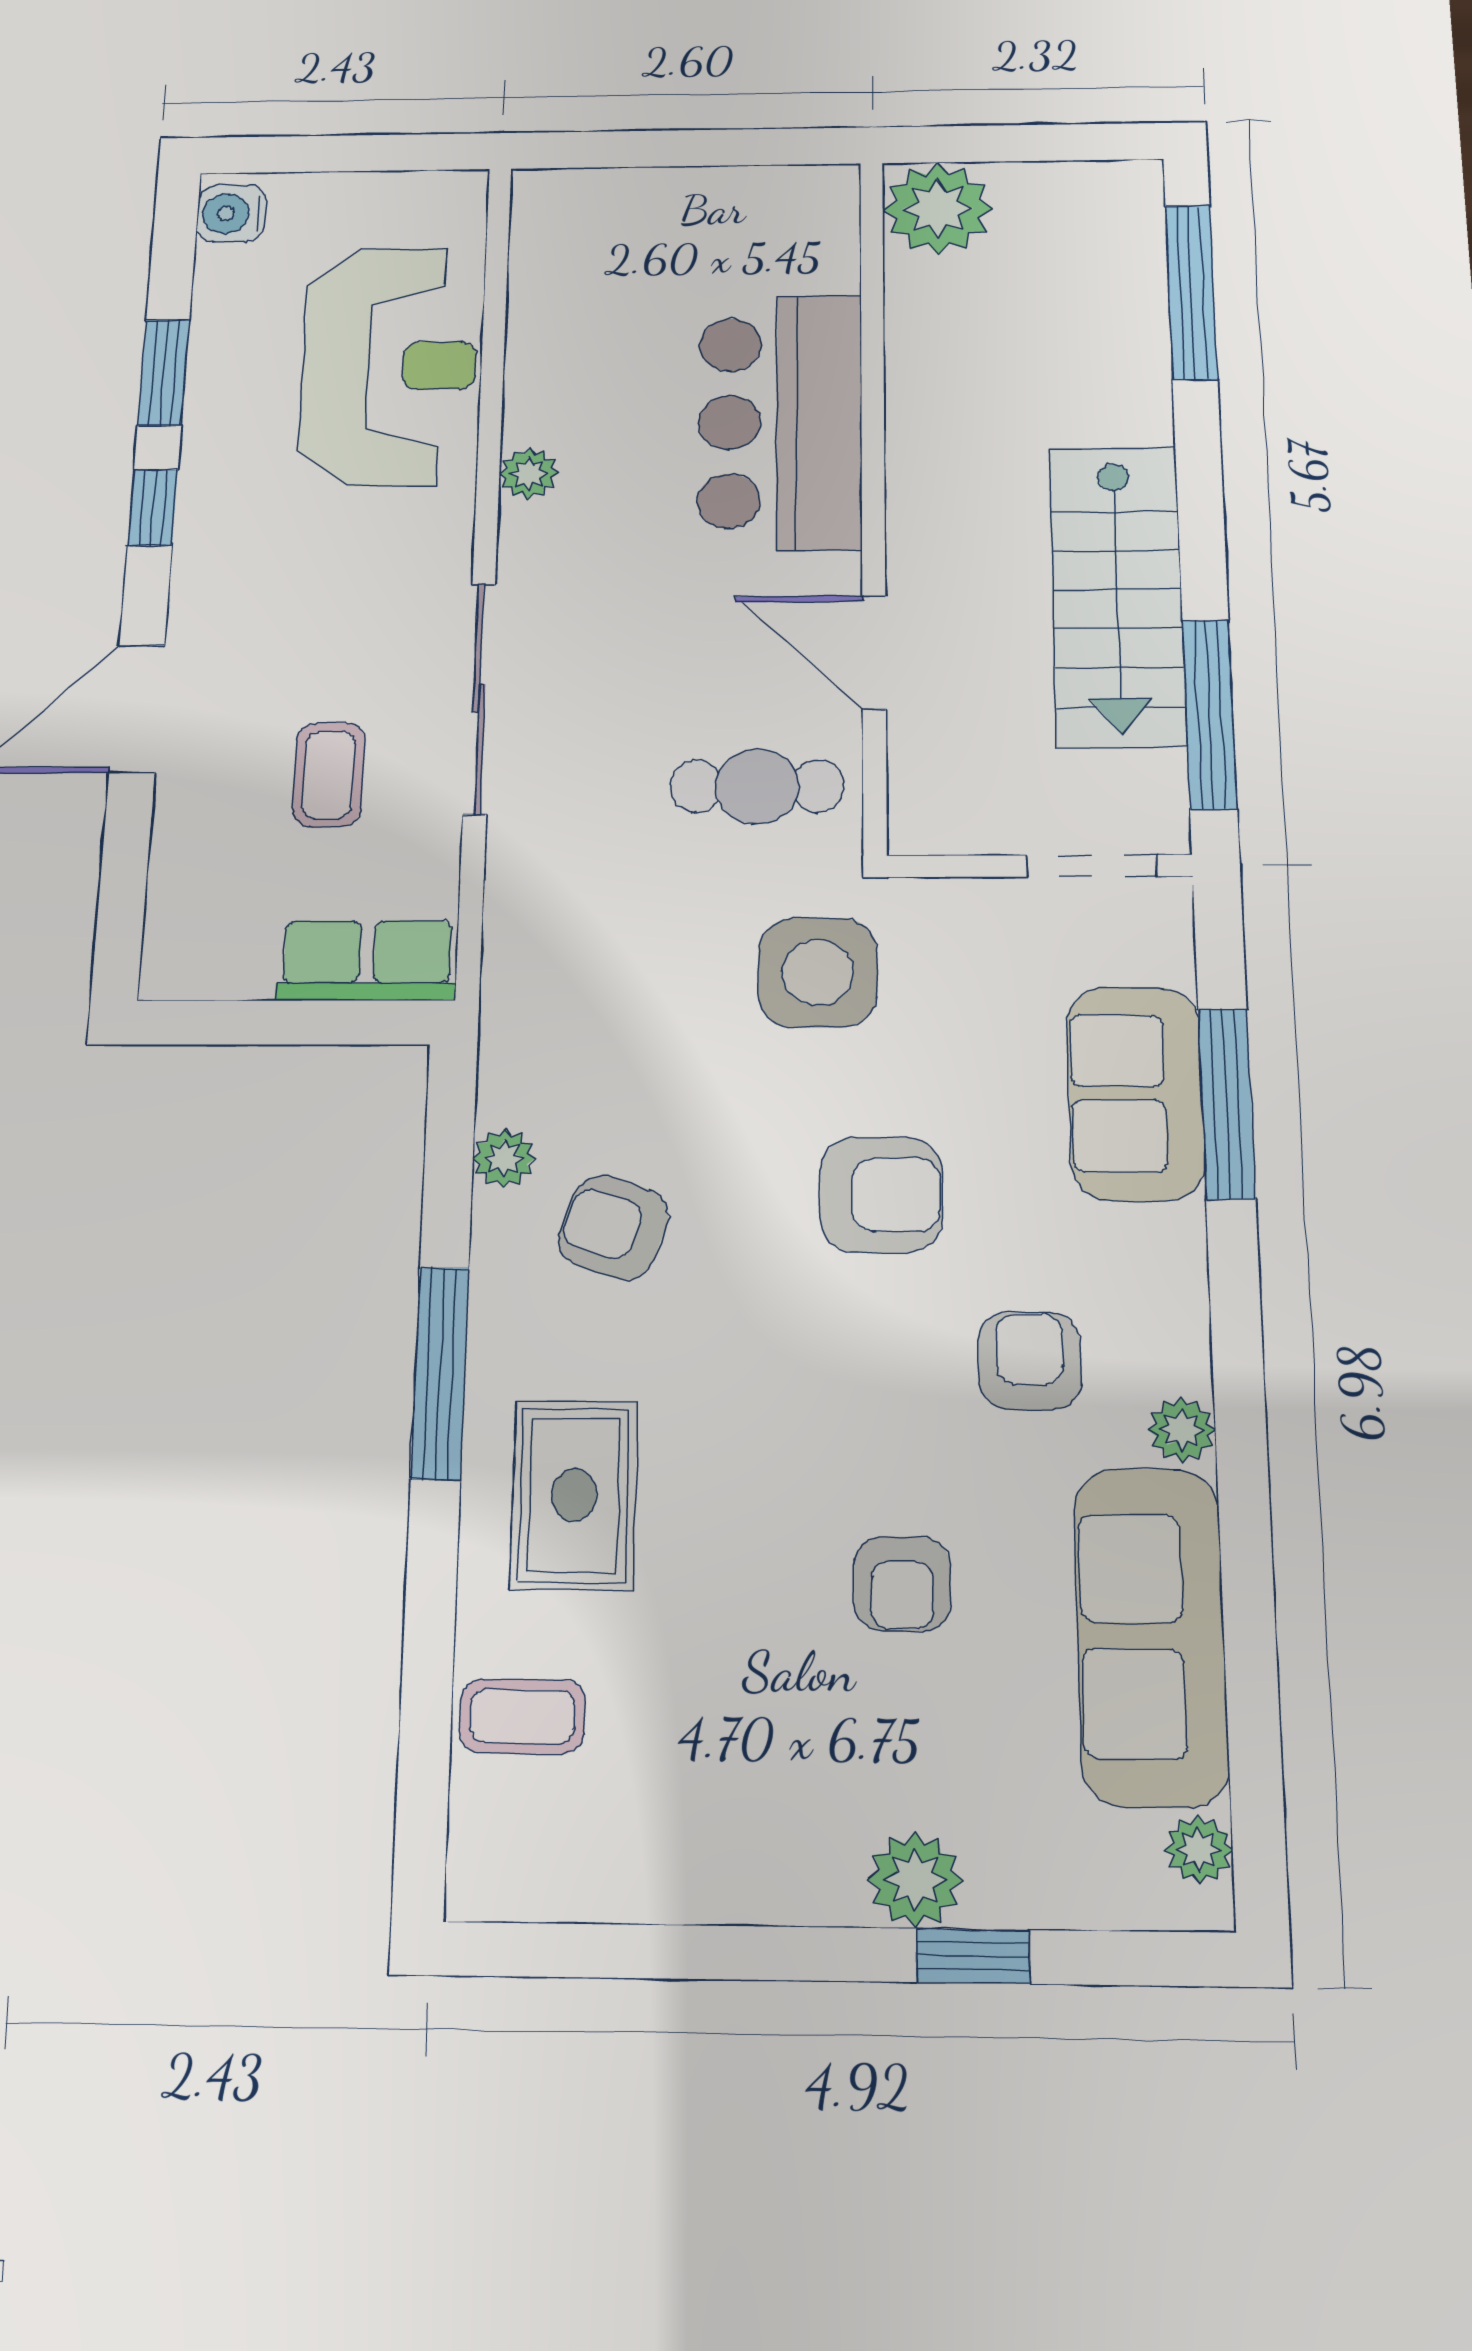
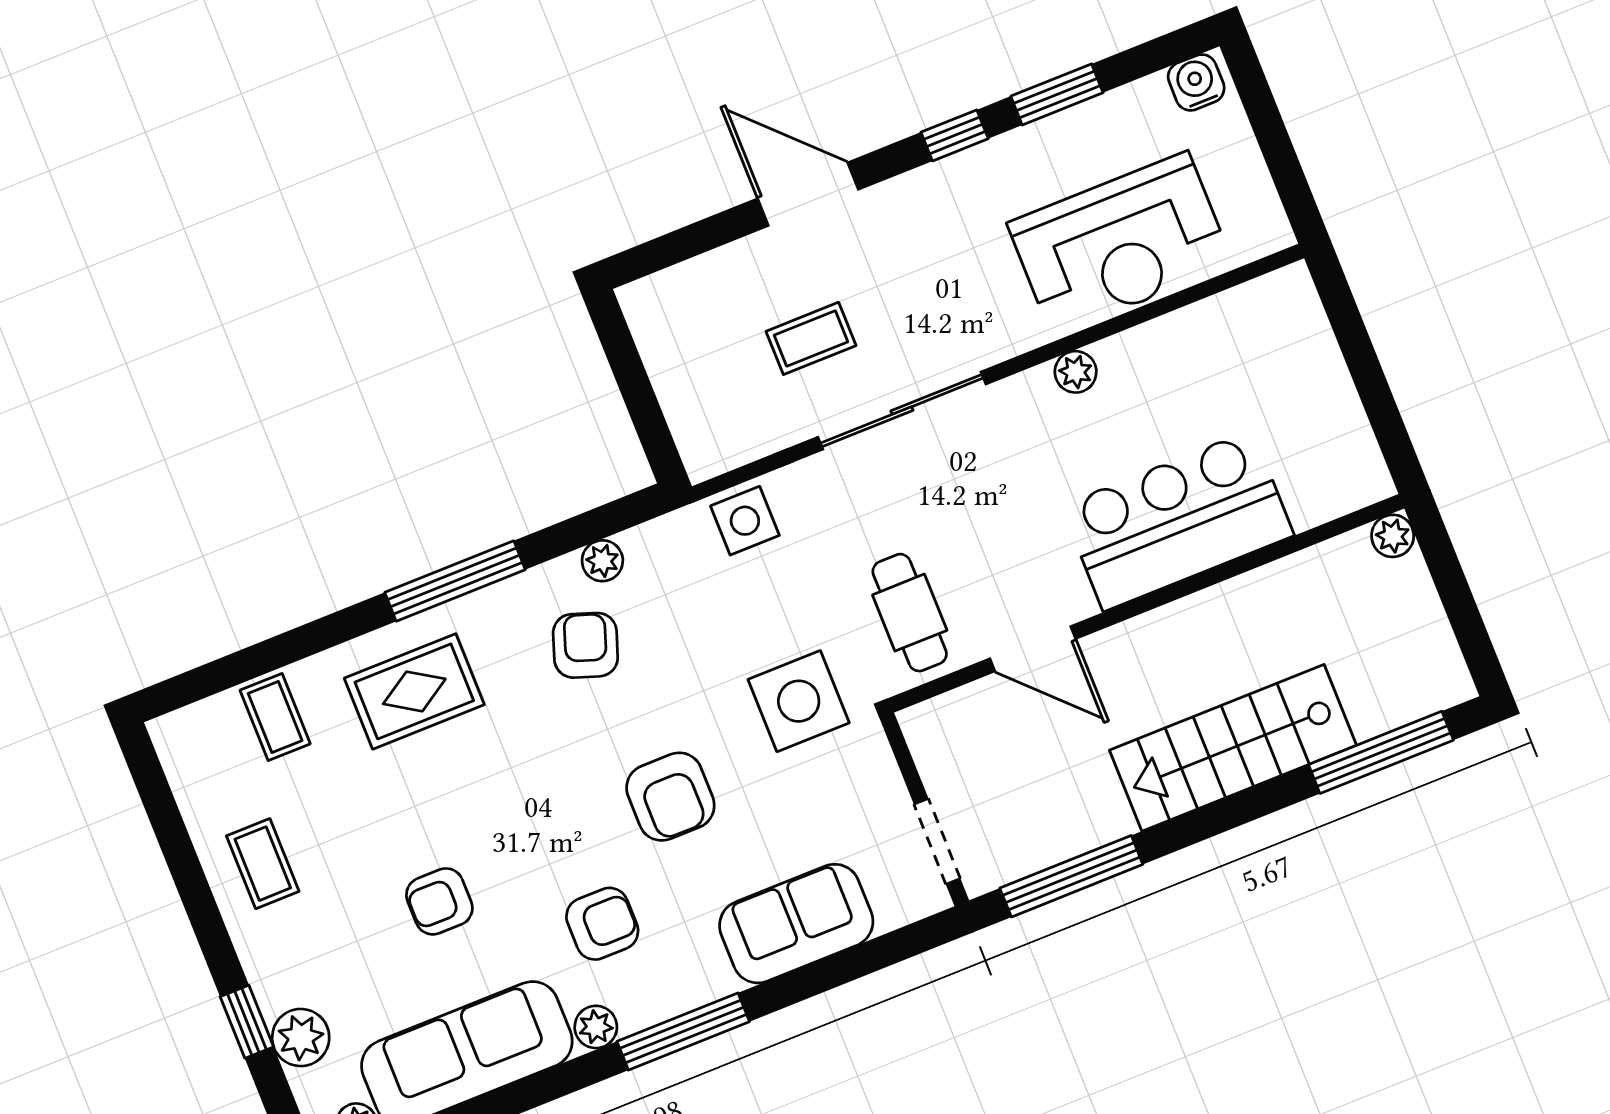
plant: (938, 209) -> (1393, 536), width x0.53, depth x0.53
stairs: (1117, 595) -> (1233, 748), moved
door: (874, 652) -> (1033, 649), swing flipped
side table: (535, 949) -> (745, 521), added
row of seats: (367, 960) -> (696, 420), removed
window: (1227, 1103) -> (683, 1031), moved
coffee table: (736, 1828) -> (263, 864), added
plant: (915, 1880) -> (301, 1038), moved

